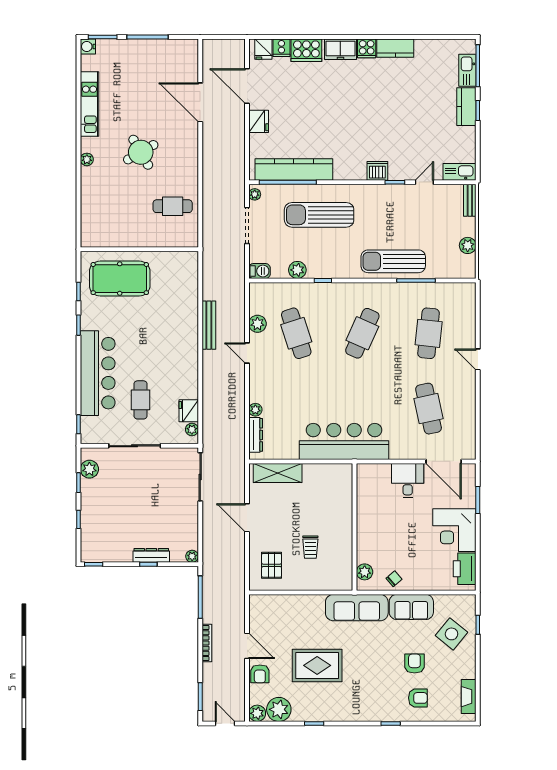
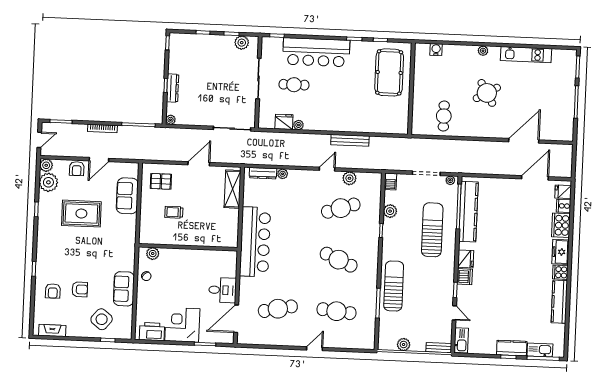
water cooler: (88, 47) -> (436, 50), moved
kitchen counter: (395, 48) -> (559, 302), width x1.50
fridge: (259, 121) -> (466, 259), moved, turned -90
plant: (192, 429) -> (298, 125), moved
sofa: (357, 608) -> (127, 196), moved, width x0.73
rug: (317, 665) -> (81, 214), turned 90
armchair: (260, 674) -> (77, 169), turned -90

